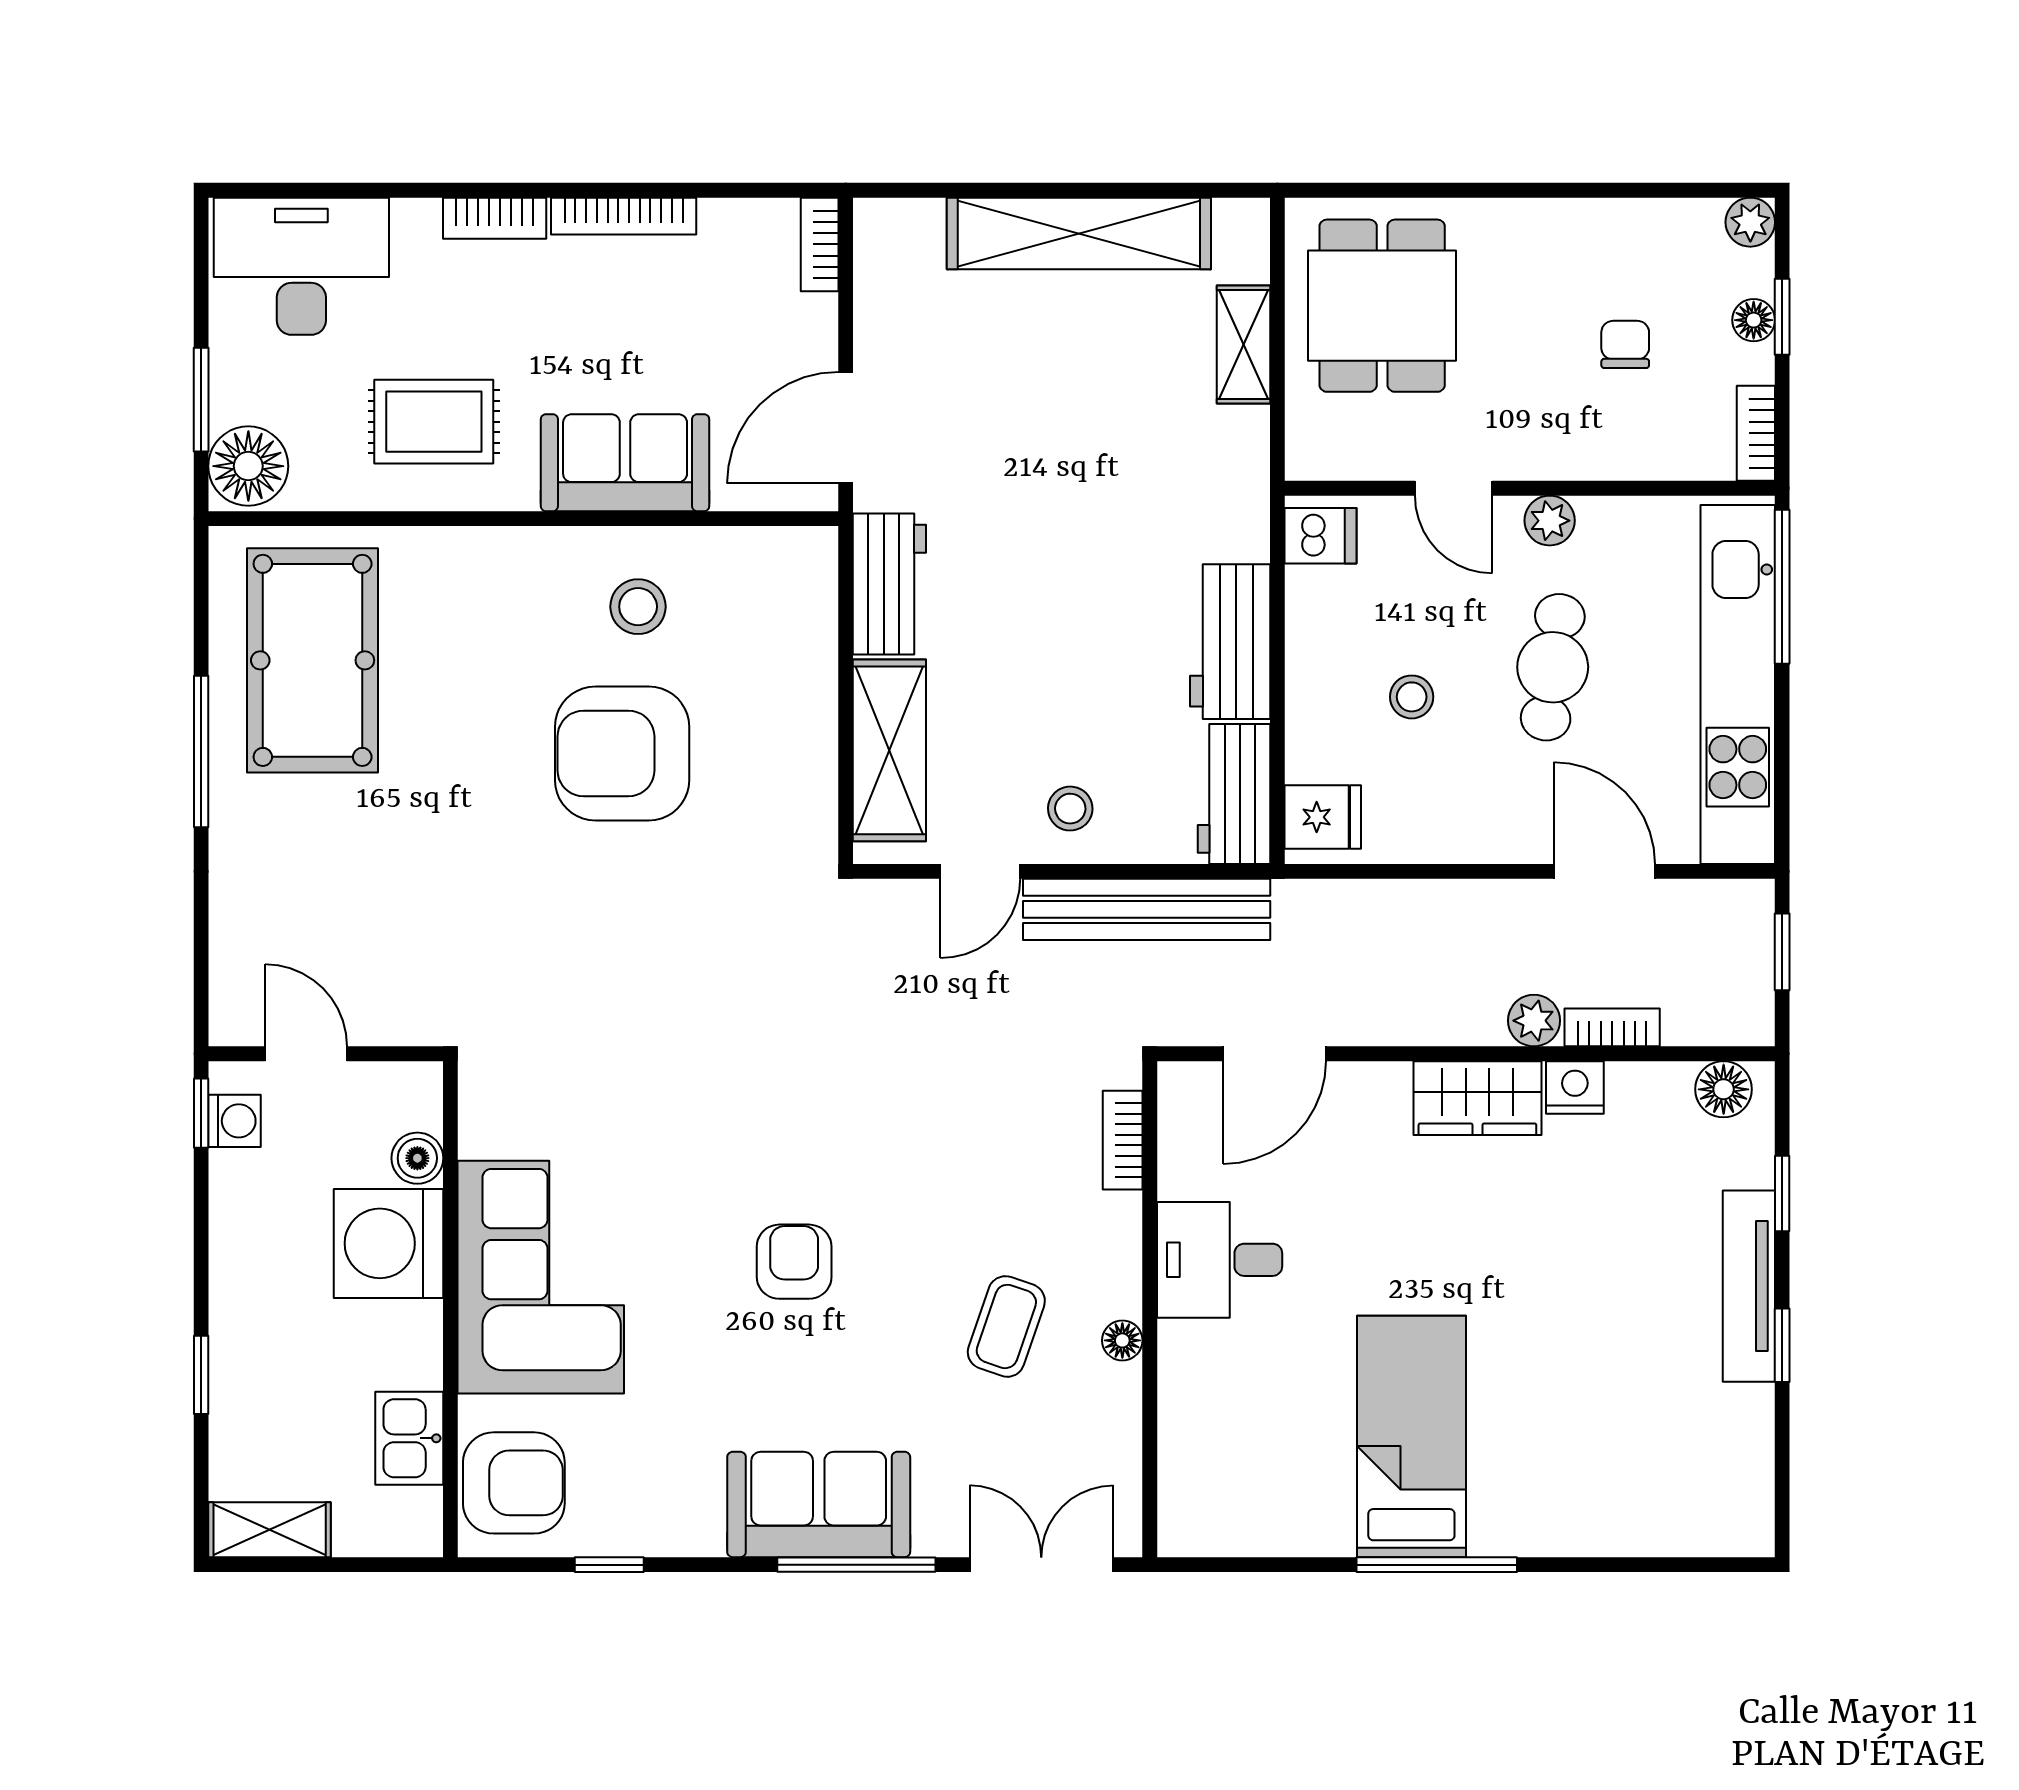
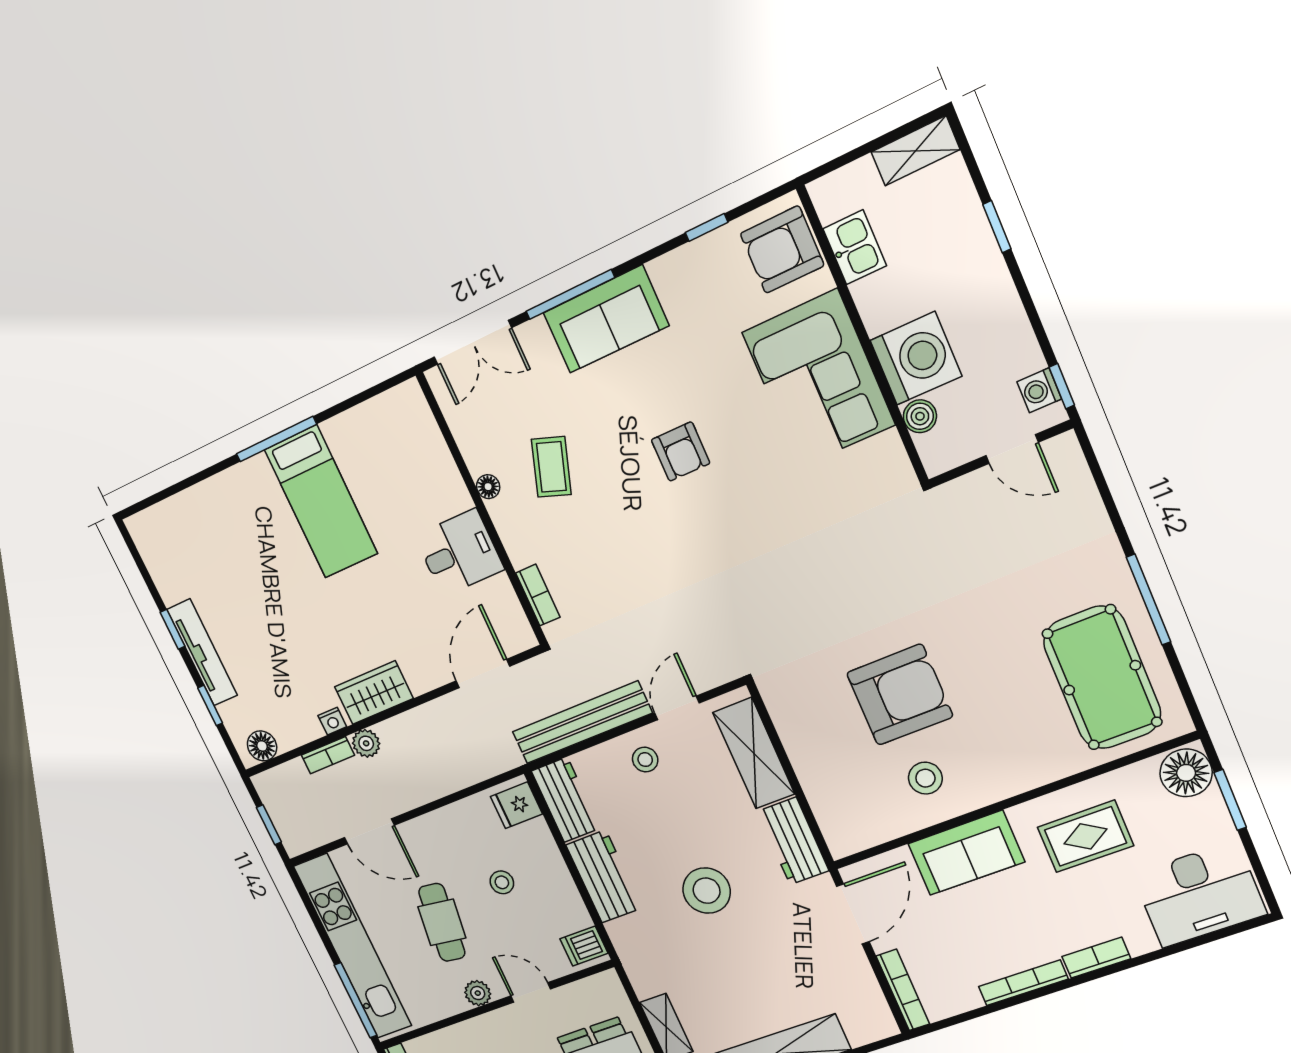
bookcase: (820, 244) -> (903, 990), width x1.56
stool: (1068, 554) -> (707, 891), added
nightstand: (1575, 1087) -> (332, 721), width x0.72, depth x0.74

